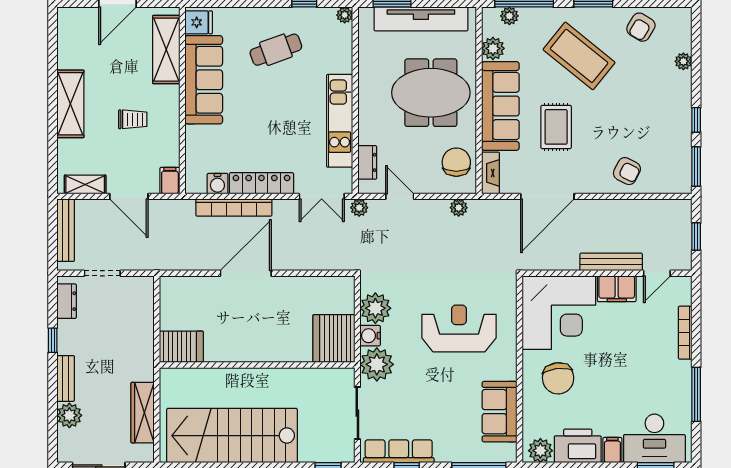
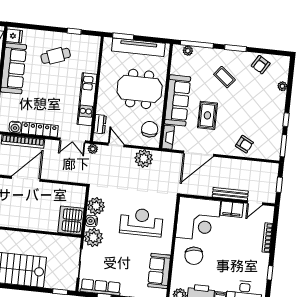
plant: (345, 15) -> (96, 41), removed
plant: (493, 48) -> (177, 68), removed
coffee table: (579, 56) -> (224, 77), width x0.54, depth x0.58
plant: (459, 208) -> (144, 158), width x1.87, depth x1.87
window: (696, 394) -> (270, 273), width x0.46

